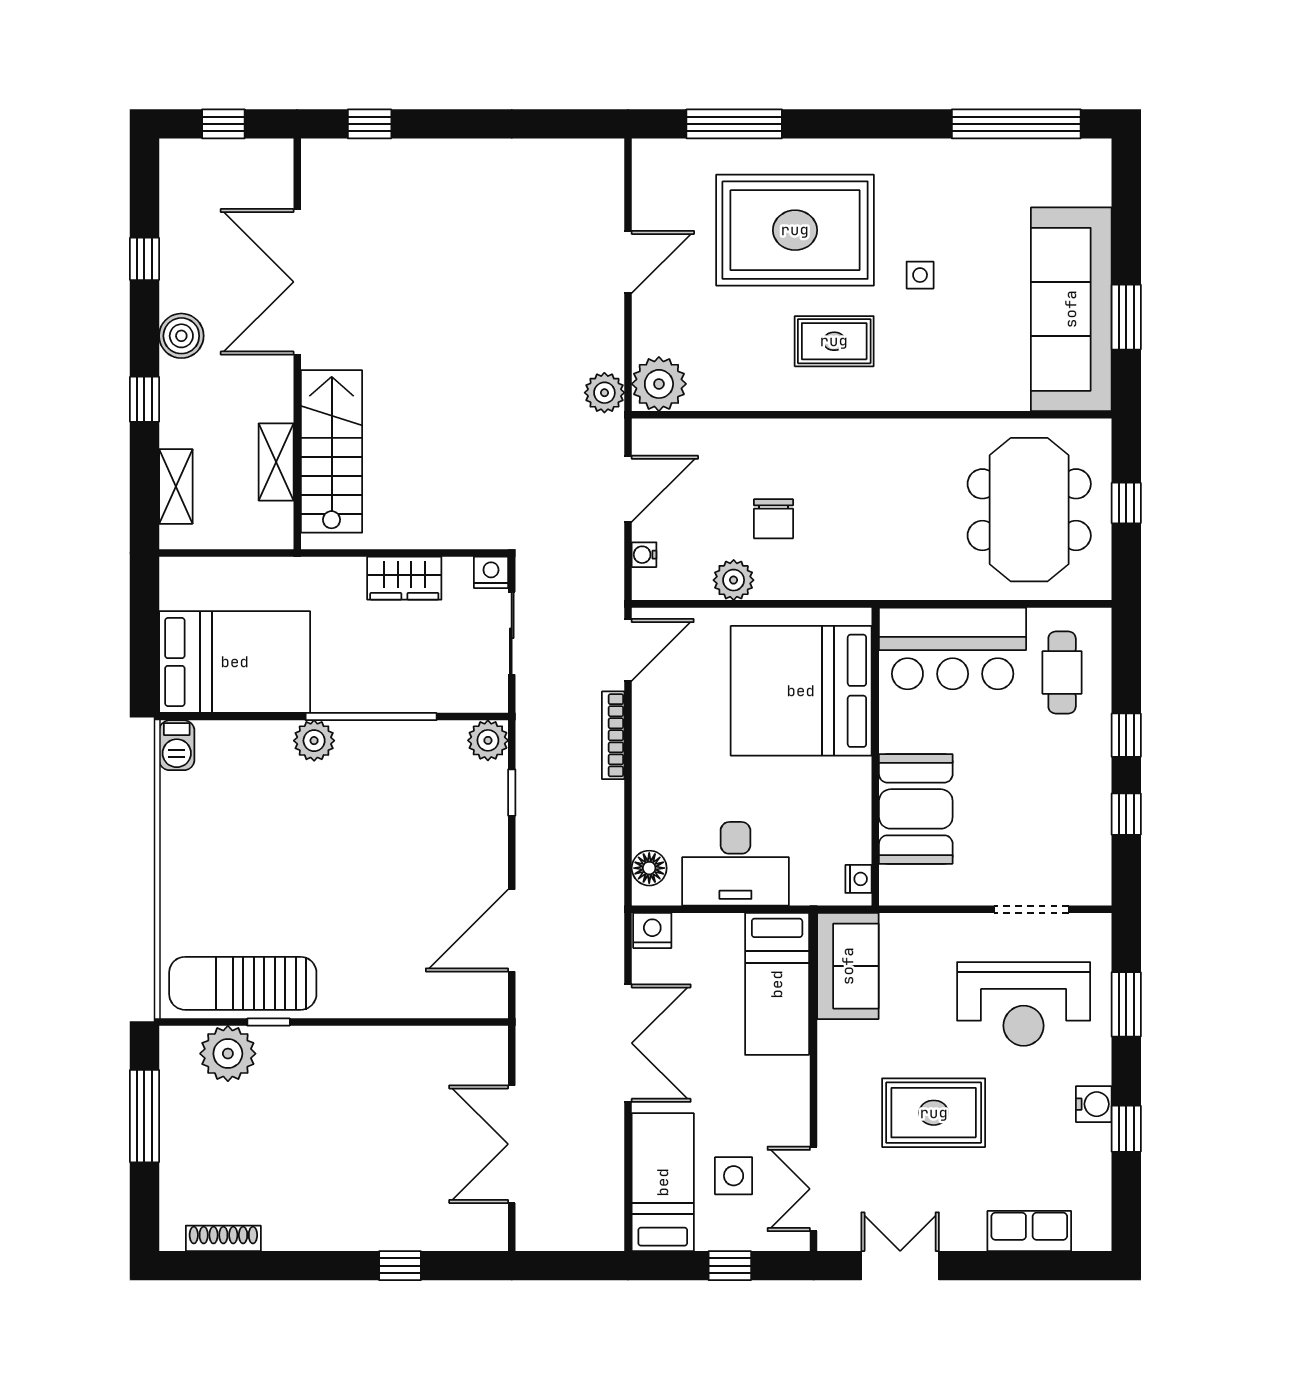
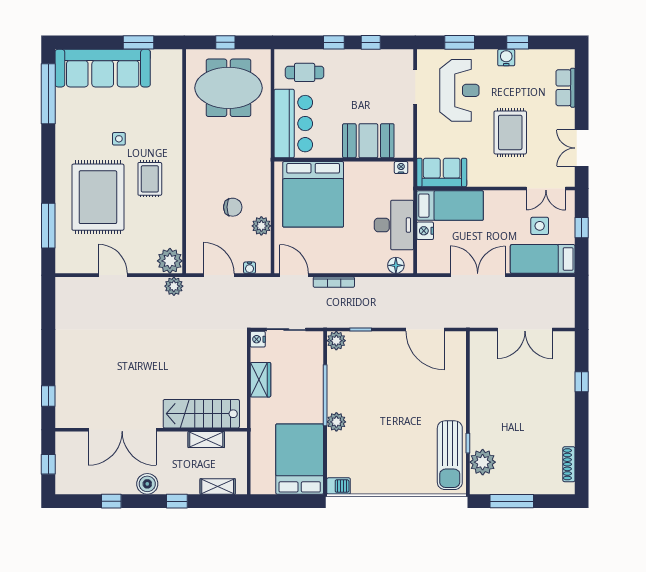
sofa: (1071, 309) -> (103, 68), moved
nightstand: (652, 931) -> (425, 231), moved

